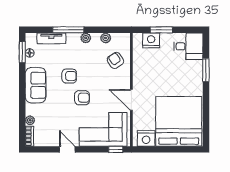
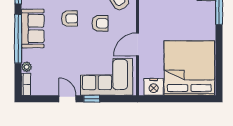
window: (22, 95) -> (18, 39), added
armchair: (82, 98) -> (100, 23), moved
door: (131, 100) -> (137, 45), hinge flipped
window: (116, 149) -> (92, 99), moved

